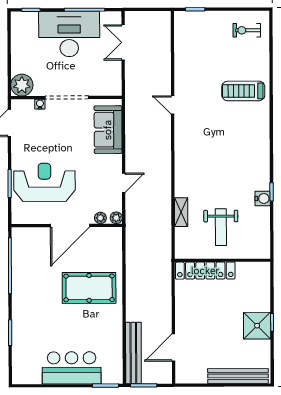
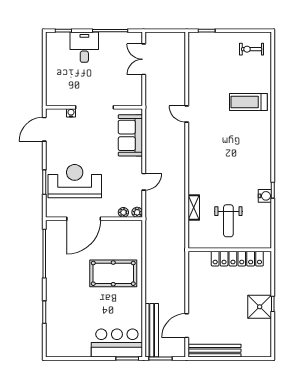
desk: (69, 34) -> (84, 47), width x0.53, depth x0.77
plant: (22, 85) -> (55, 96), removed
door: (70, 225) -> (84, 219), moved
locker: (205, 271) -> (237, 259), moved
bar counter: (72, 368) -> (117, 343), moved
bench: (238, 376) -> (214, 351), moved

